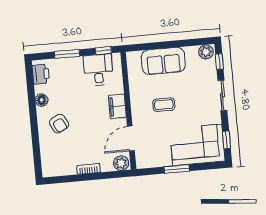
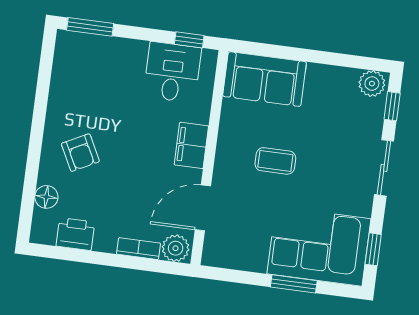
window: (67, 54) -> (90, 27), moved
sofa: (163, 61) -> (265, 79), moved
printer: (41, 74) -> (75, 234), moved, turned -90
floor lamp: (42, 100) -> (46, 197), moved
bookcase: (89, 169) -> (138, 249), moved
window: (177, 169) -> (294, 284), moved

